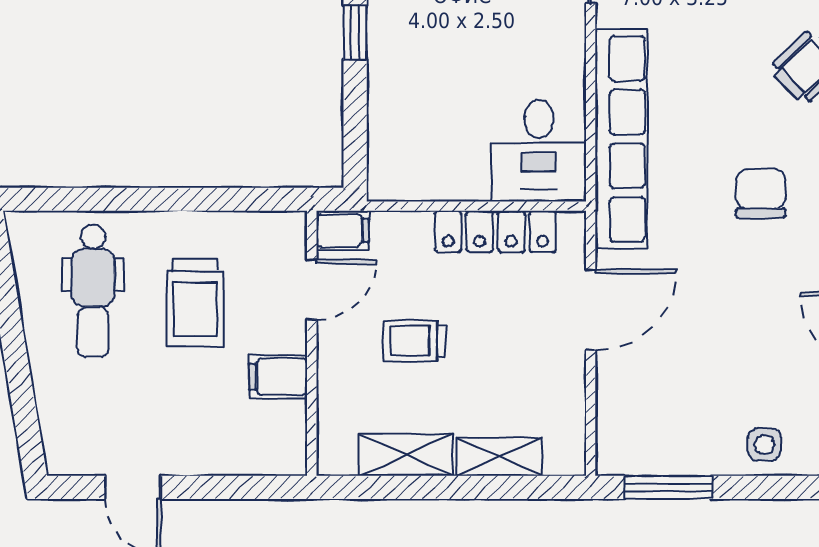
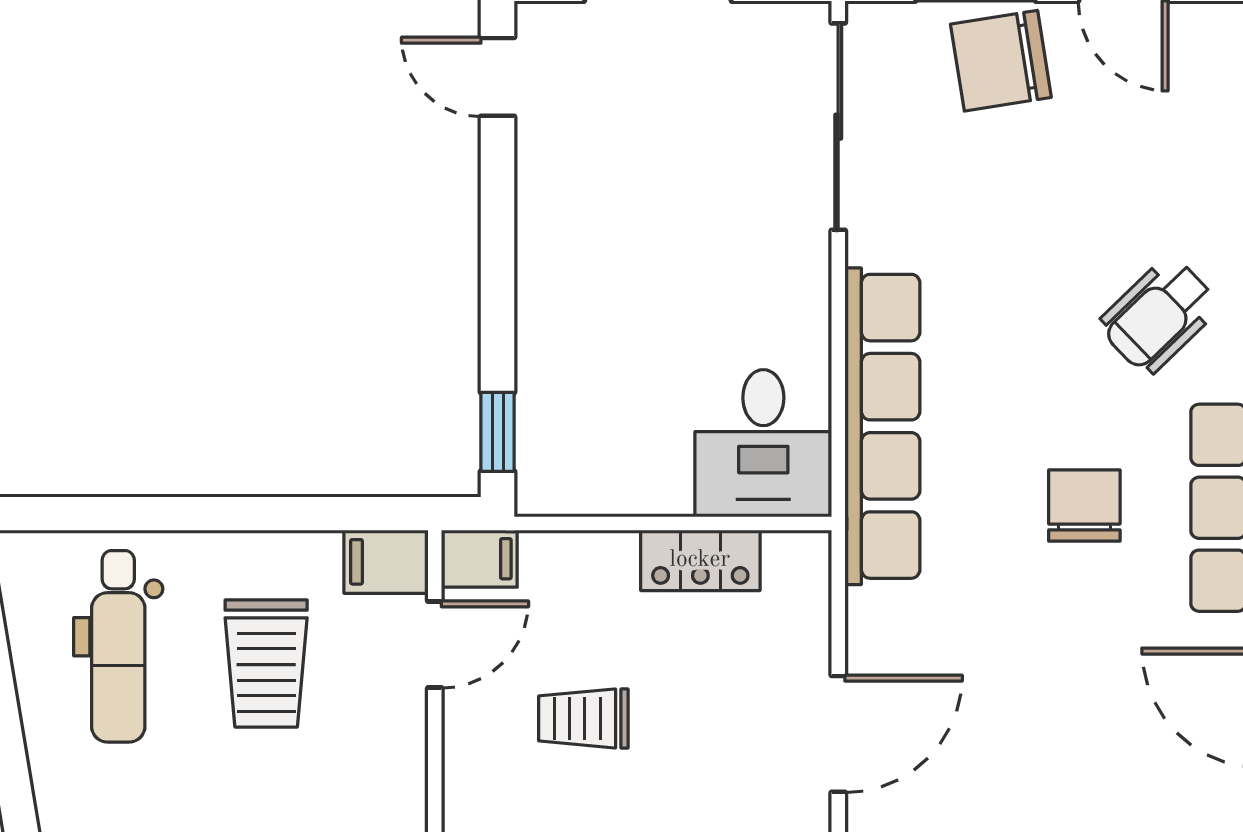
window: (355, 33) -> (498, 432), moved
locker: (495, 232) -> (700, 560), width x0.66
door: (591, 310) -> (838, 734), moved
filing cabinet: (278, 377) -> (386, 562), moved

